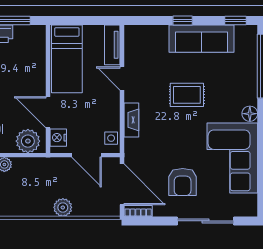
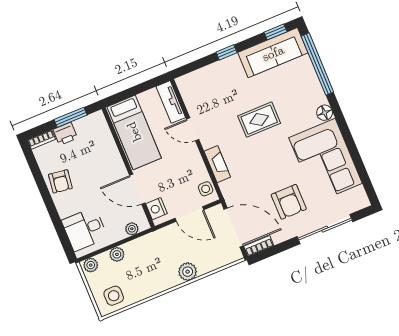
sofa: (201, 39) -> (273, 53), moved
plant: (28, 141) -> (132, 229), width x0.53, depth x0.53

